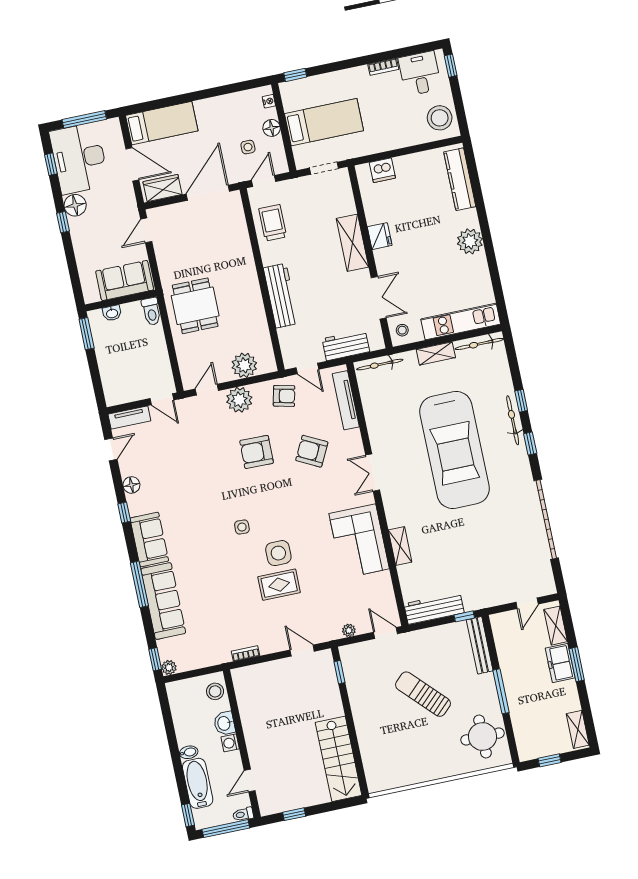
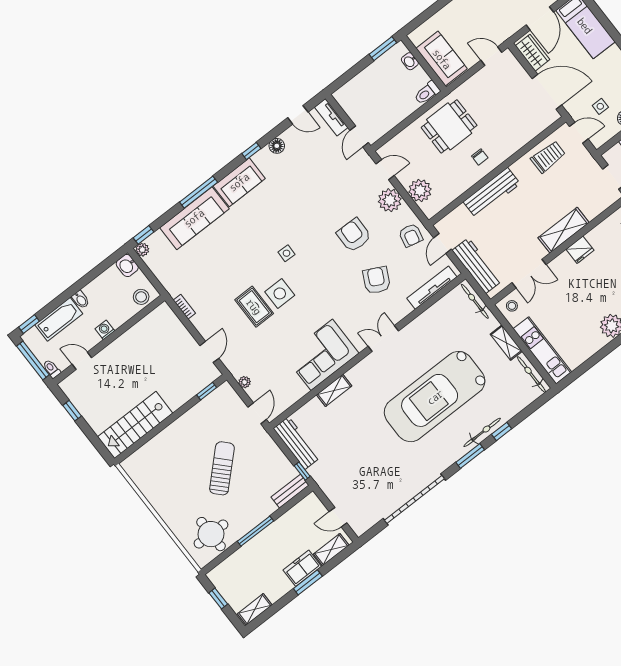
chair: (240, 290) -> (480, 157), added
workbench: (346, 345) -> (477, 266), width x1.38
window: (530, 444) -> (470, 456), width x1.50
bench: (480, 645) -> (290, 491), width x0.73
washbasin: (224, 723) -> (127, 265), moved, turned -90

